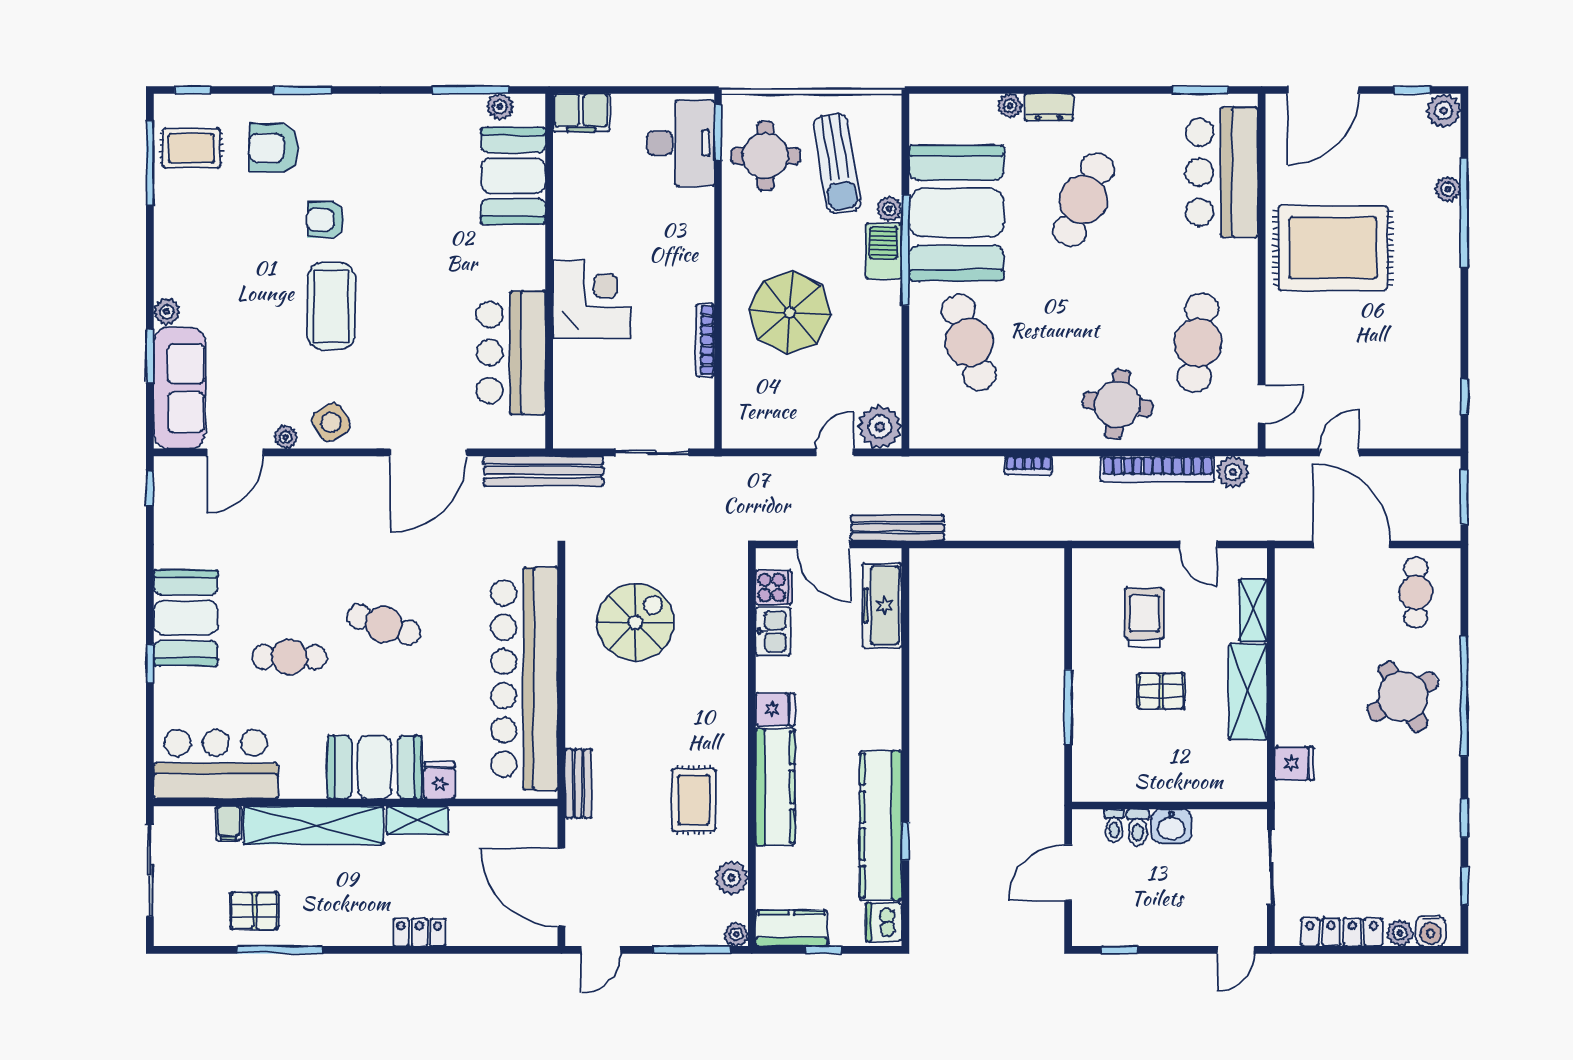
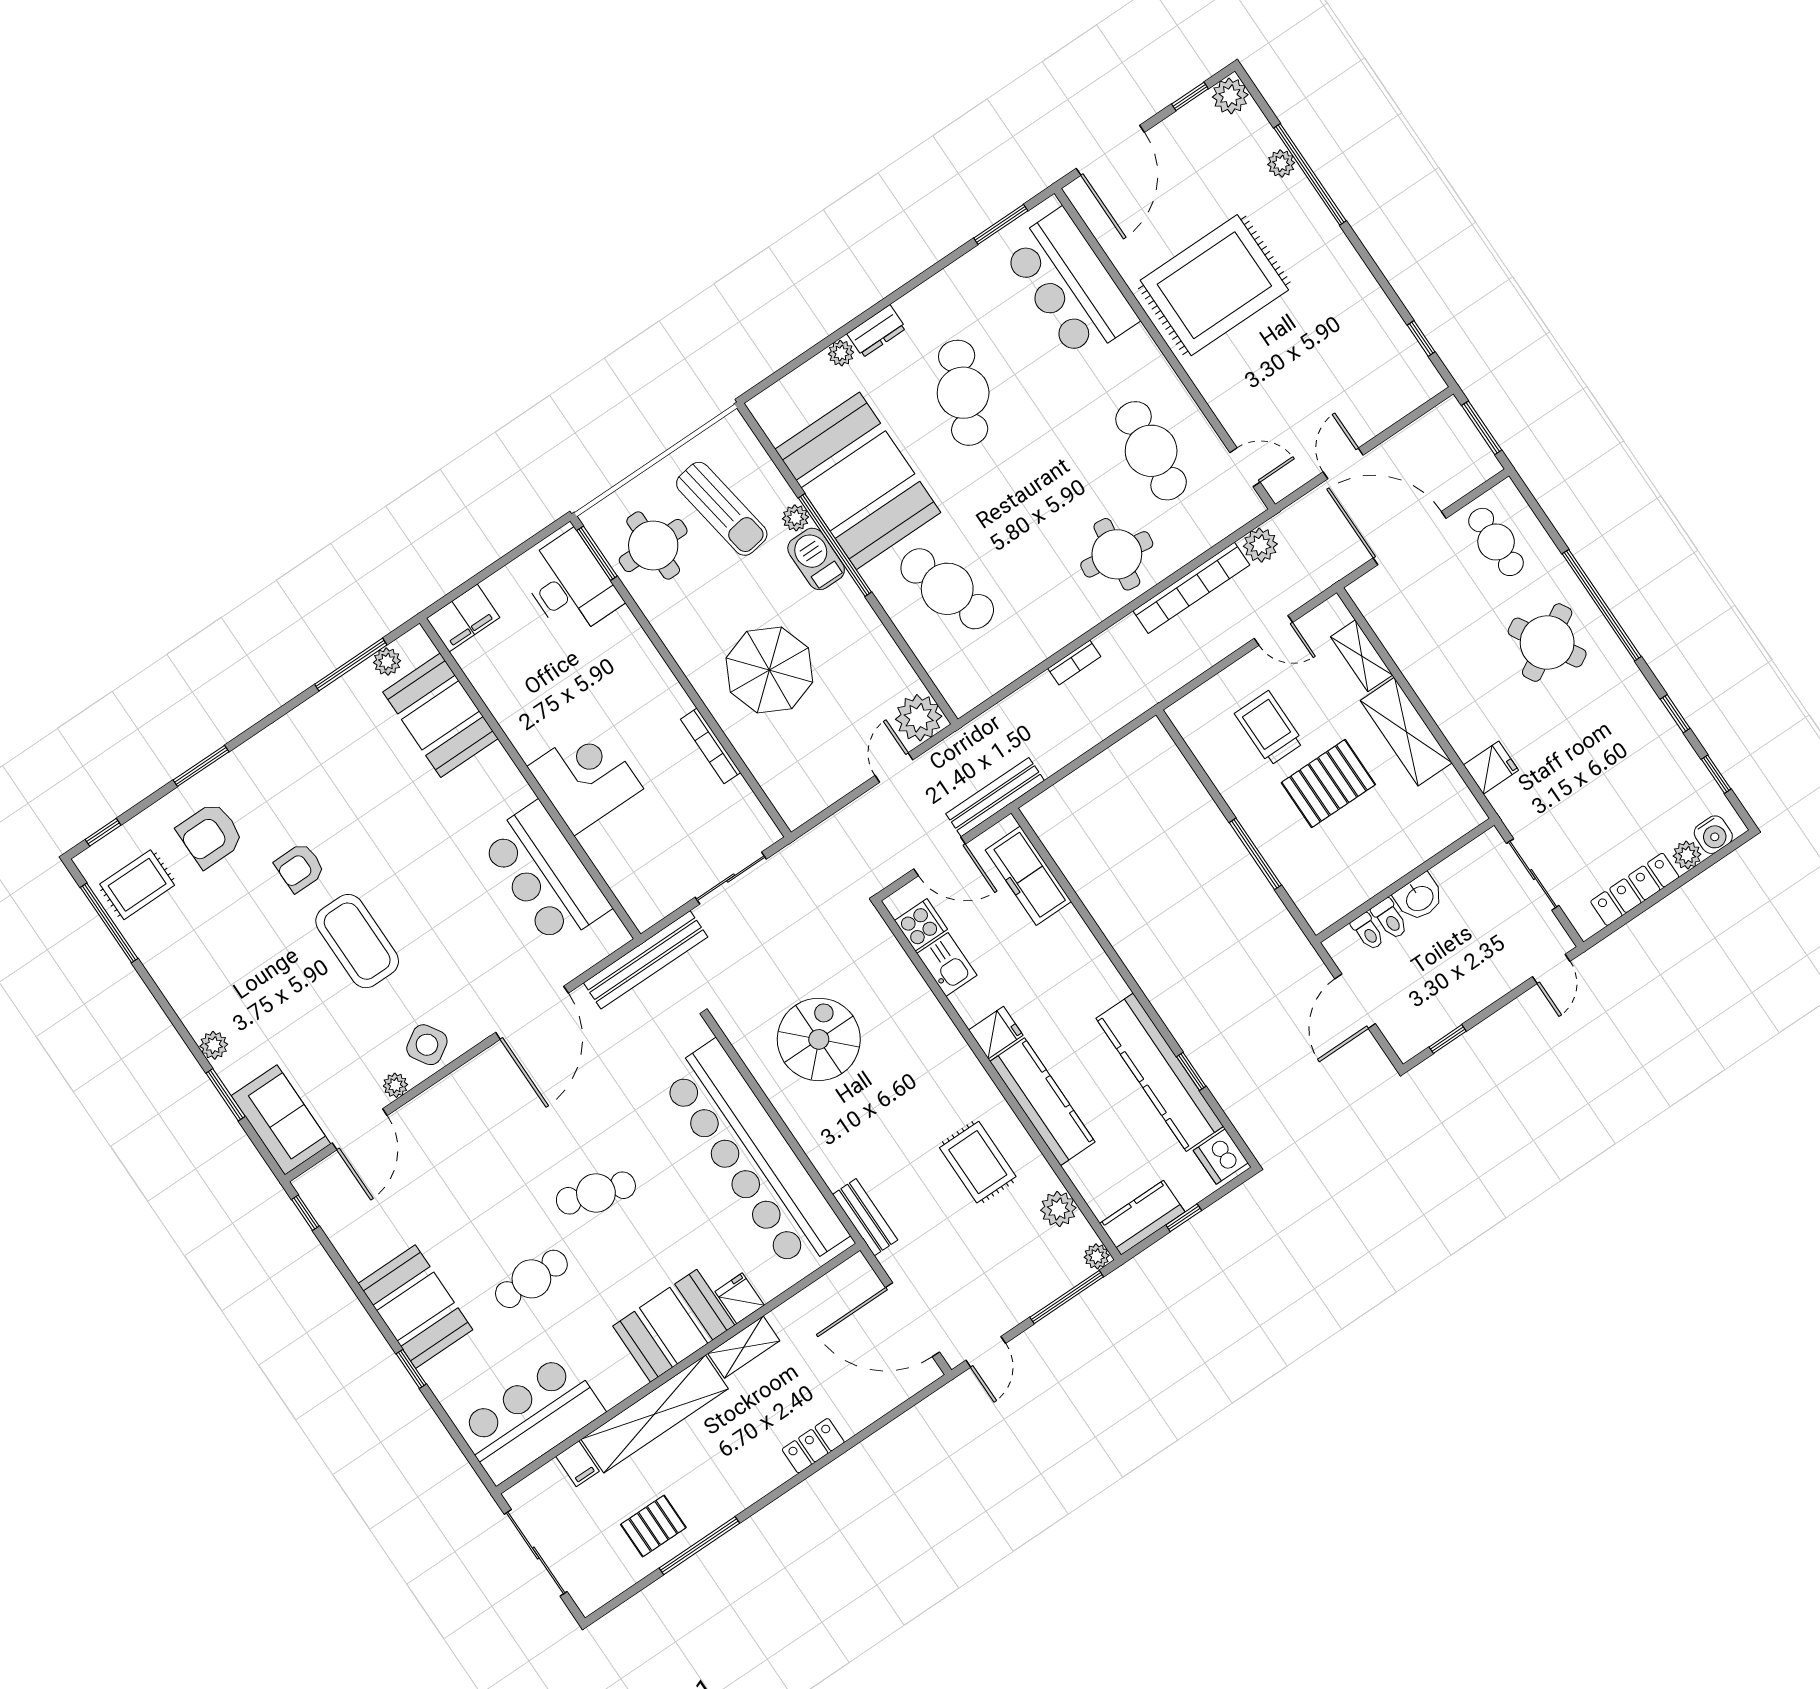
sofa: (179, 388) -> (281, 1120), width x0.73
door: (1262, 404) -> (1245, 467), hinge flipped
pallet: (1161, 691) -> (1328, 784), width x1.50, depth x1.42

